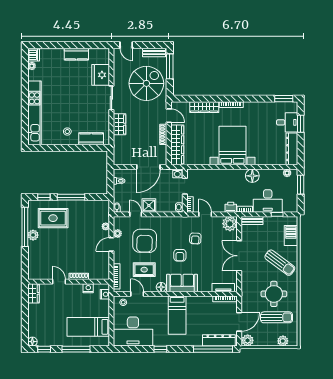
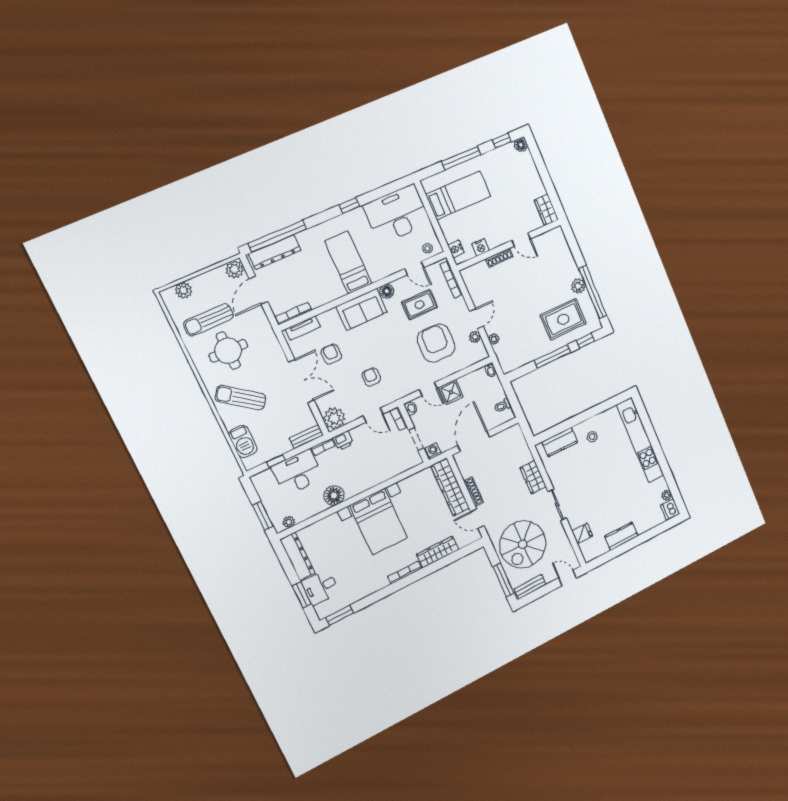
fridge: (101, 75) -> (582, 533), width x0.53, depth x0.75
door: (136, 214) -> (428, 389), moved
armchair: (180, 255) -> (331, 354), moved

